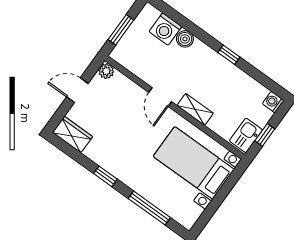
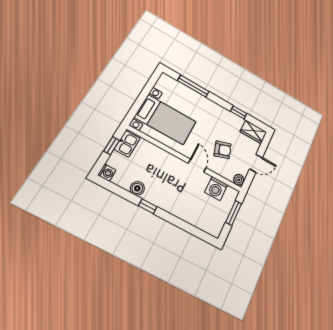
washing machine: (165, 29) -> (216, 188), moved, turned 180
boiler: (185, 39) -> (137, 188), moved
shelving: (195, 109) -> (169, 159), removed
armchair: (122, 114) -> (223, 150), added
window: (105, 176) -> (239, 112), moved

